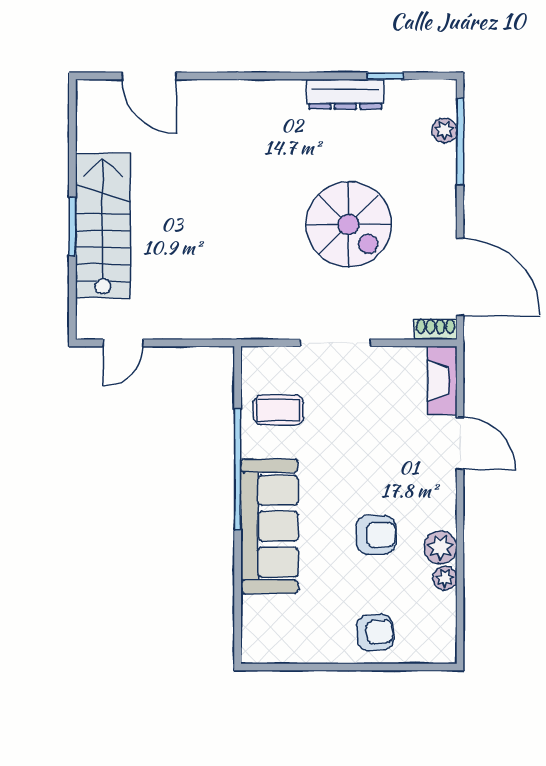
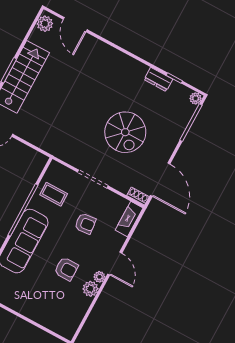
dresser: (345, 94) -> (158, 79), width x0.70
plant: (92, 105) -> (45, 24), added
plant: (444, 130) -> (196, 98), moved
door: (460, 443) -> (115, 264), moved
plant: (445, 578) -> (99, 277), moved
armchair: (375, 632) -> (85, 224), moved

